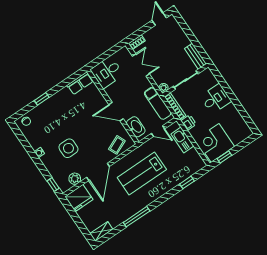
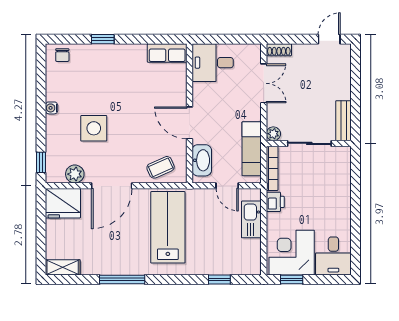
desk: (216, 99) -> (333, 256), moved, turned 90
lab bench: (142, 174) -> (168, 227), turned 90

